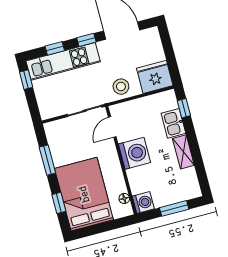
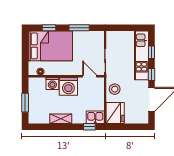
window: (26, 80) -> (136, 28), removed
kitchen sink: (173, 123) -> (95, 117), moved
washing machine: (143, 202) -> (52, 83), moved

